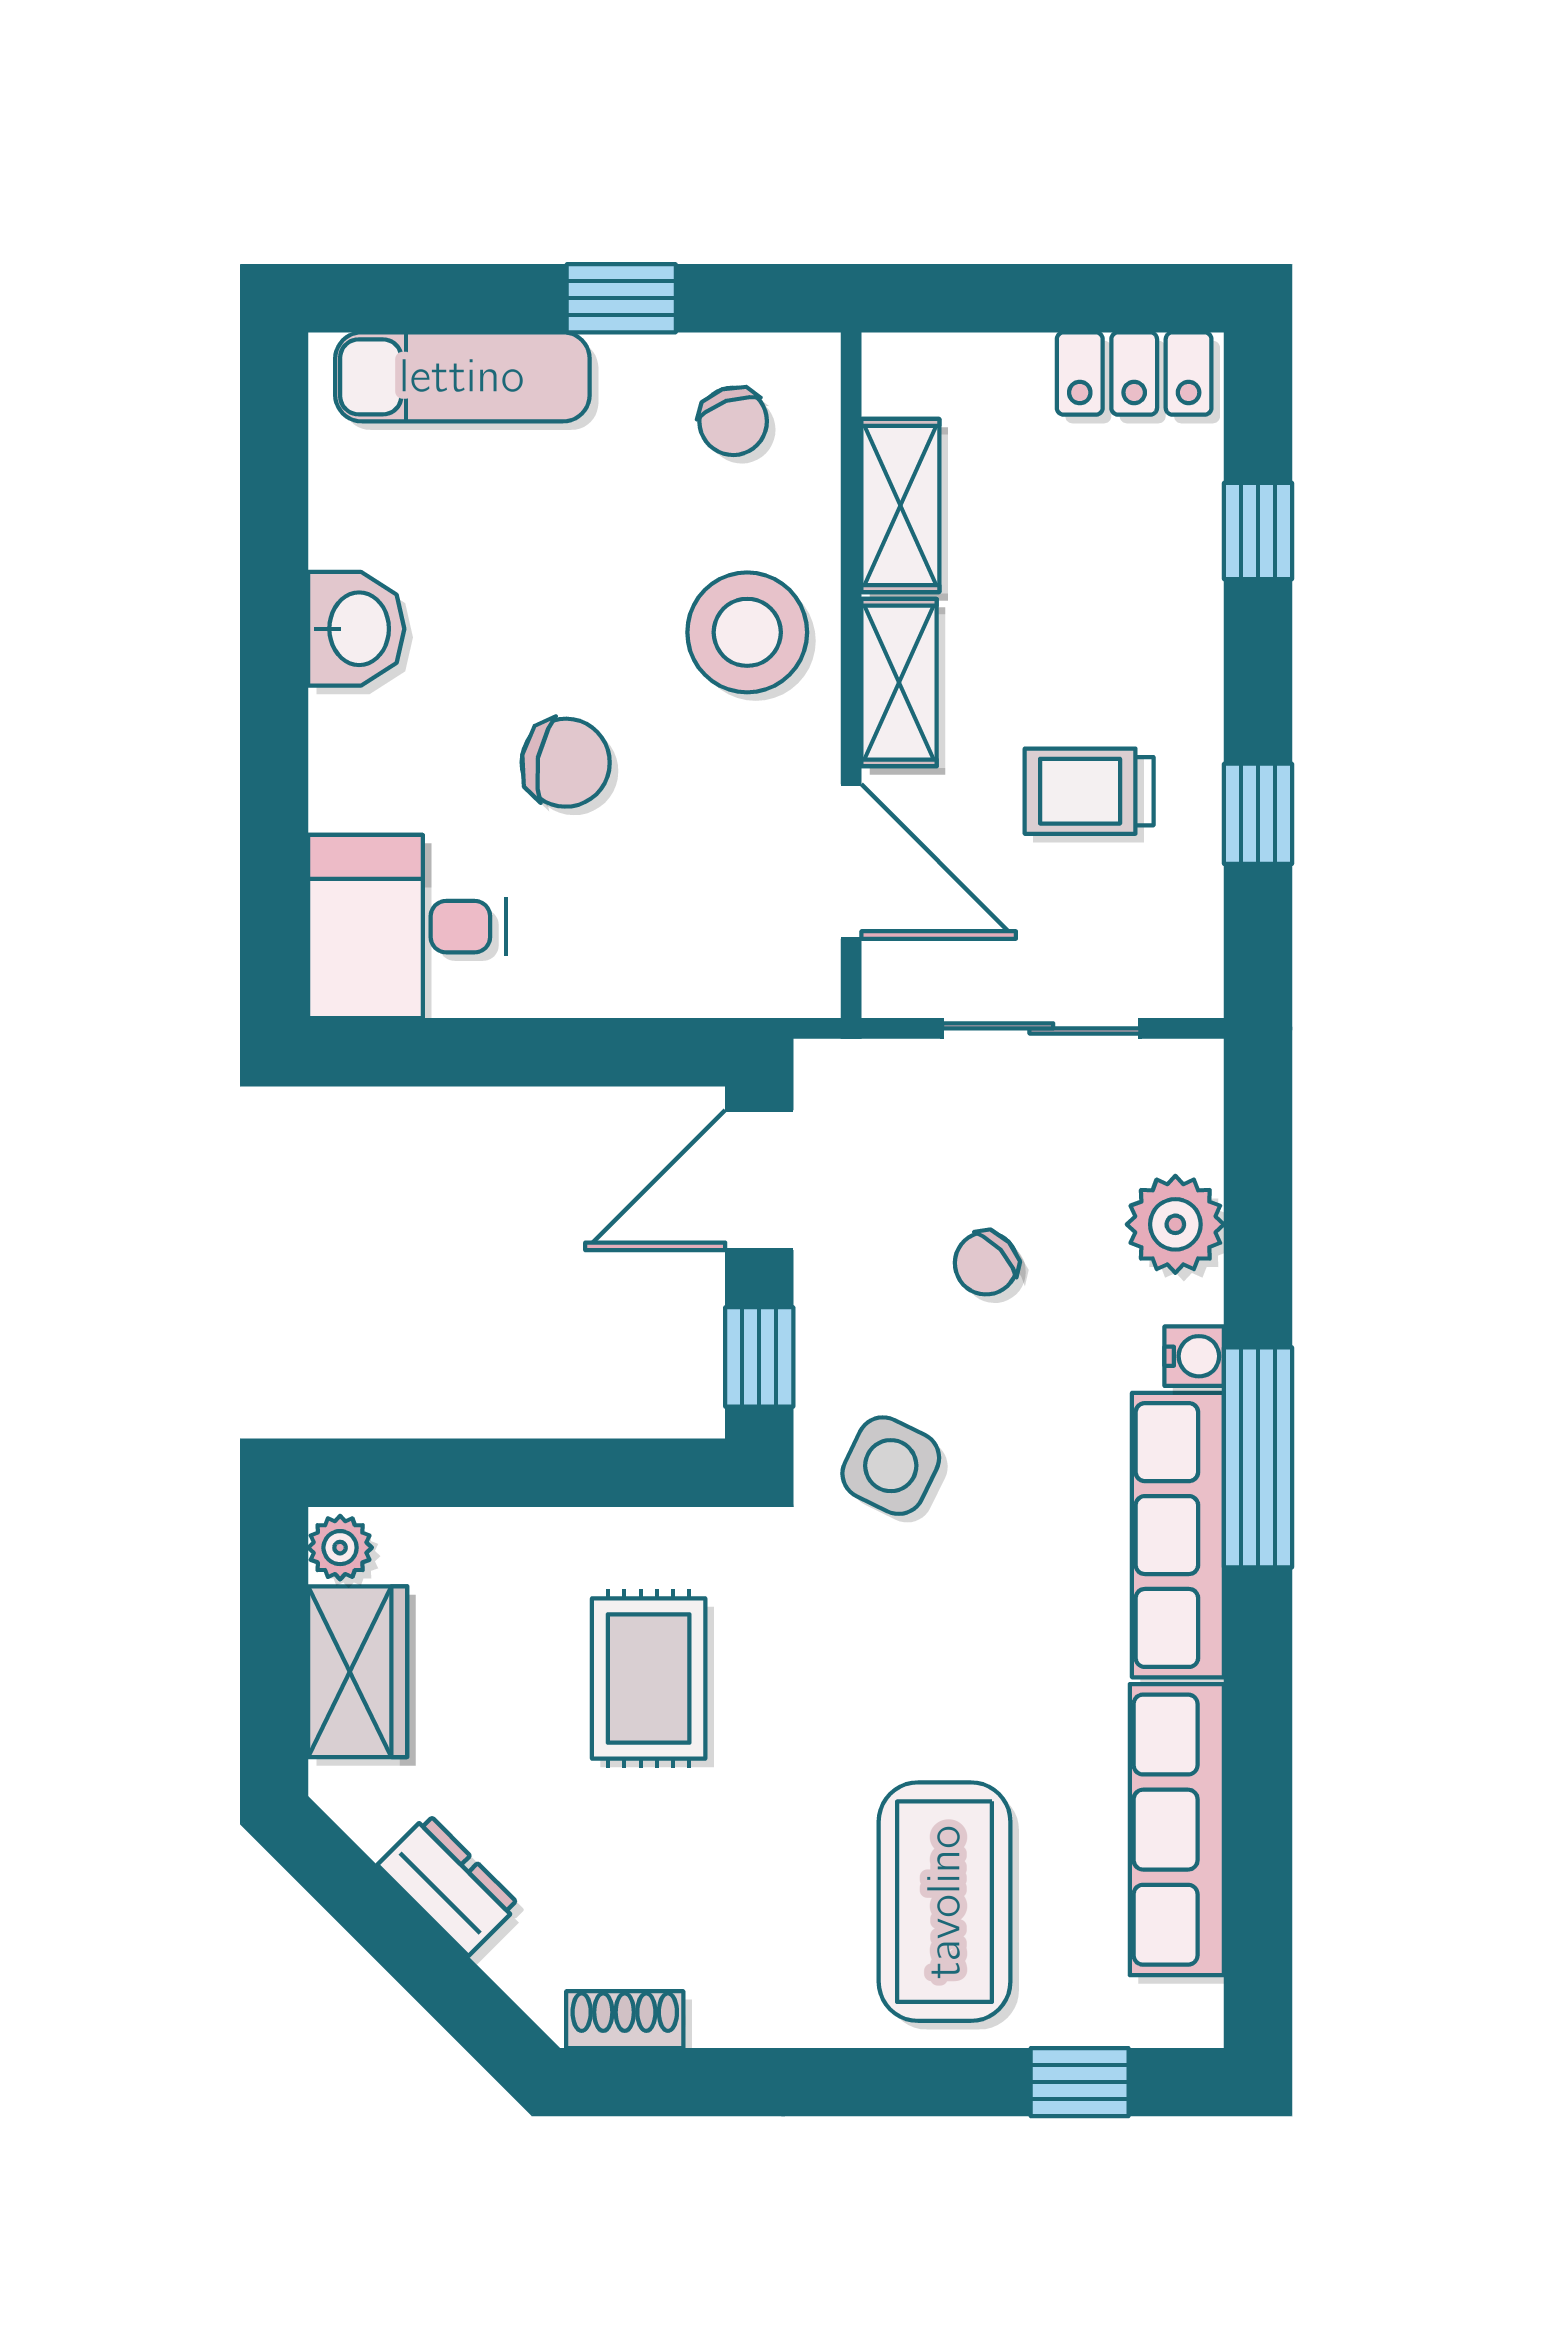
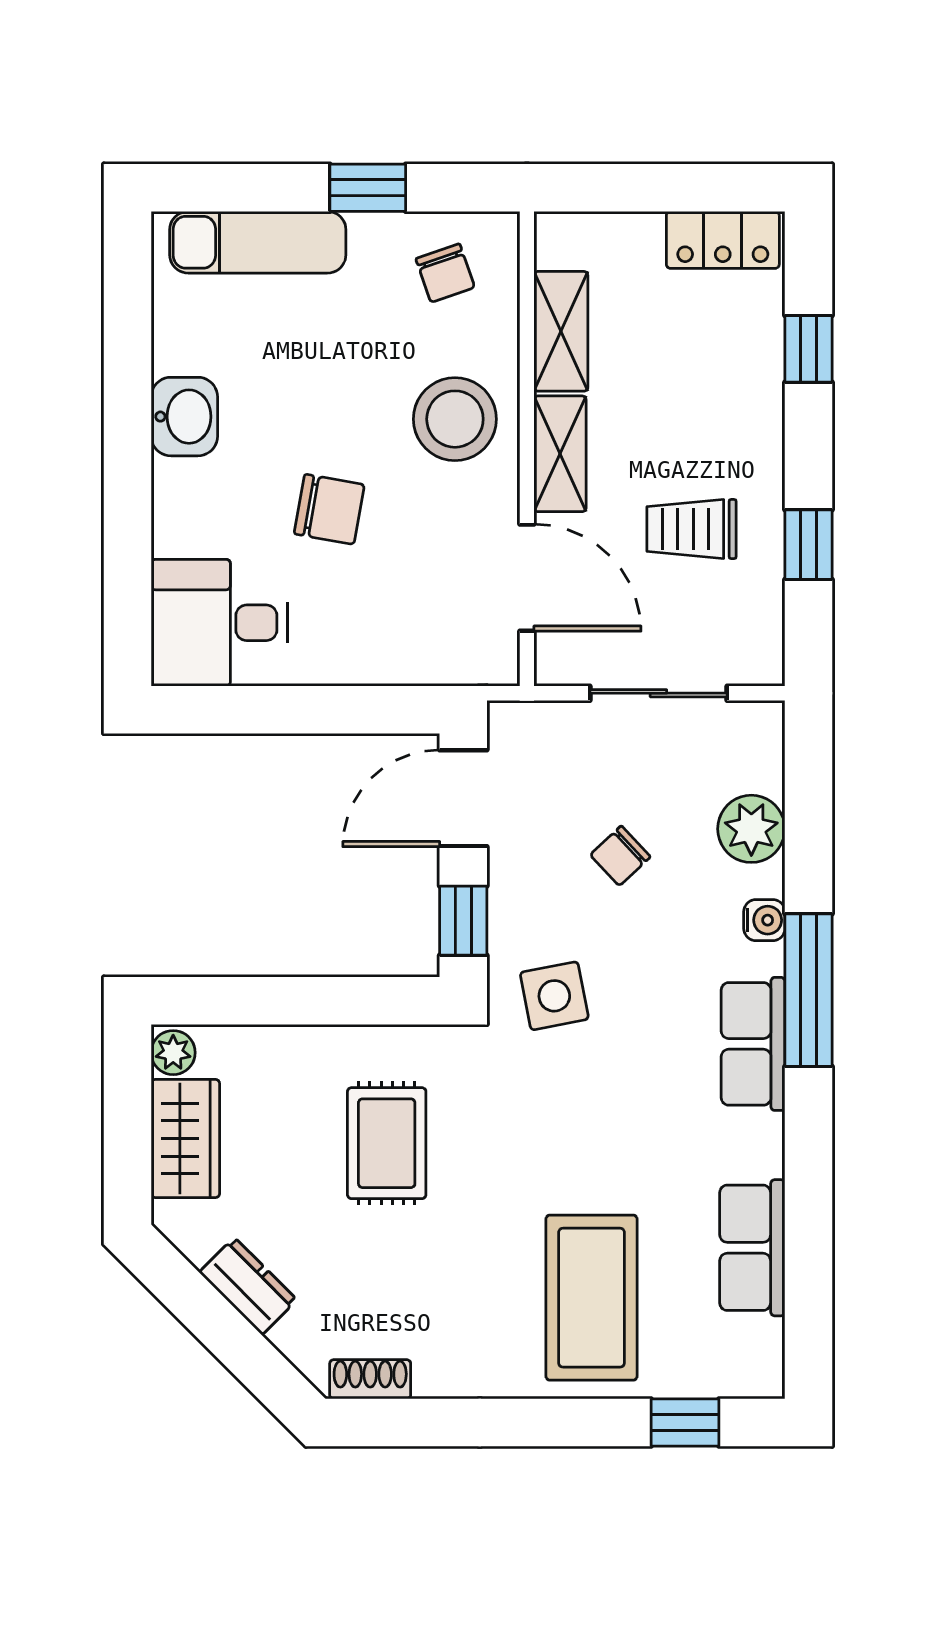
side table: (891, 1466) -> (554, 996), turned -37
row of seats: (1178, 1535) -> (753, 1044), width x0.68
row of seats: (1177, 1830) -> (752, 1248), width x0.68

